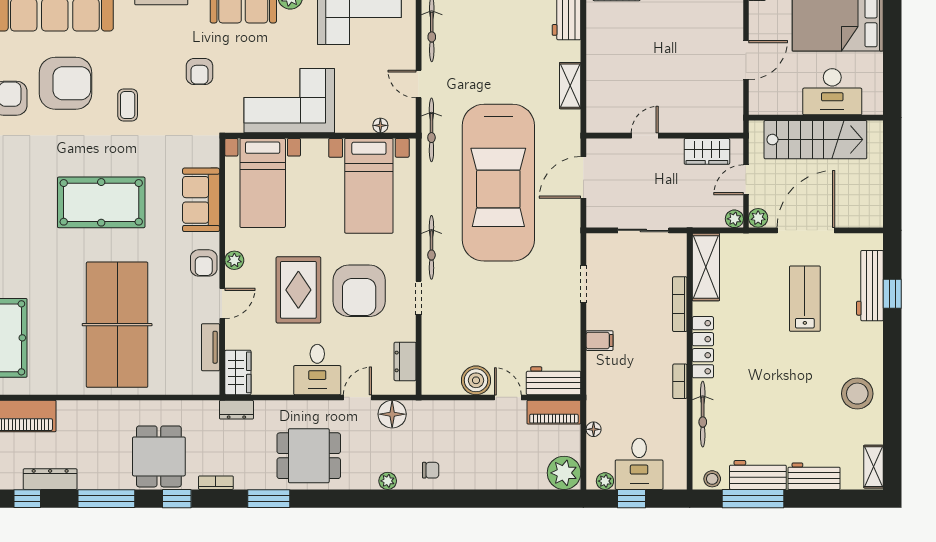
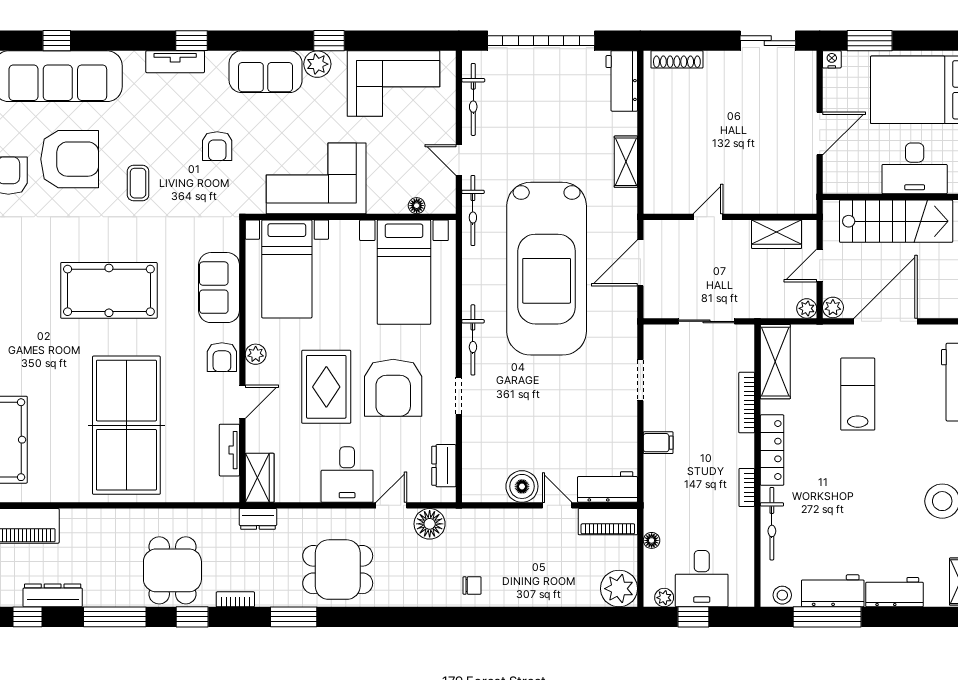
lab bench: (805, 299) -> (858, 394), moved
plant: (388, 481) -> (425, 597), removed

